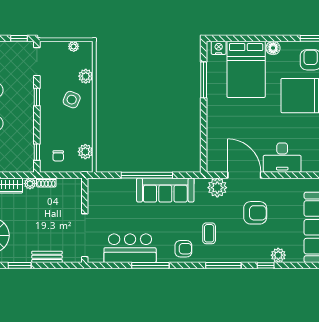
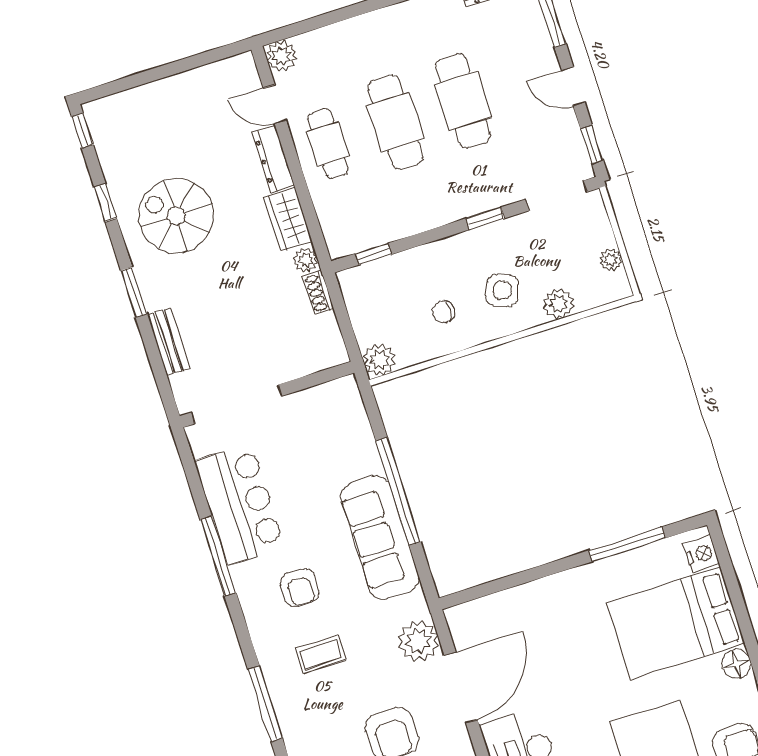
plant: (85, 152) -> (379, 360), moved
chair: (58, 156) -> (444, 312), moved
armchair: (183, 249) -> (300, 588), moved

